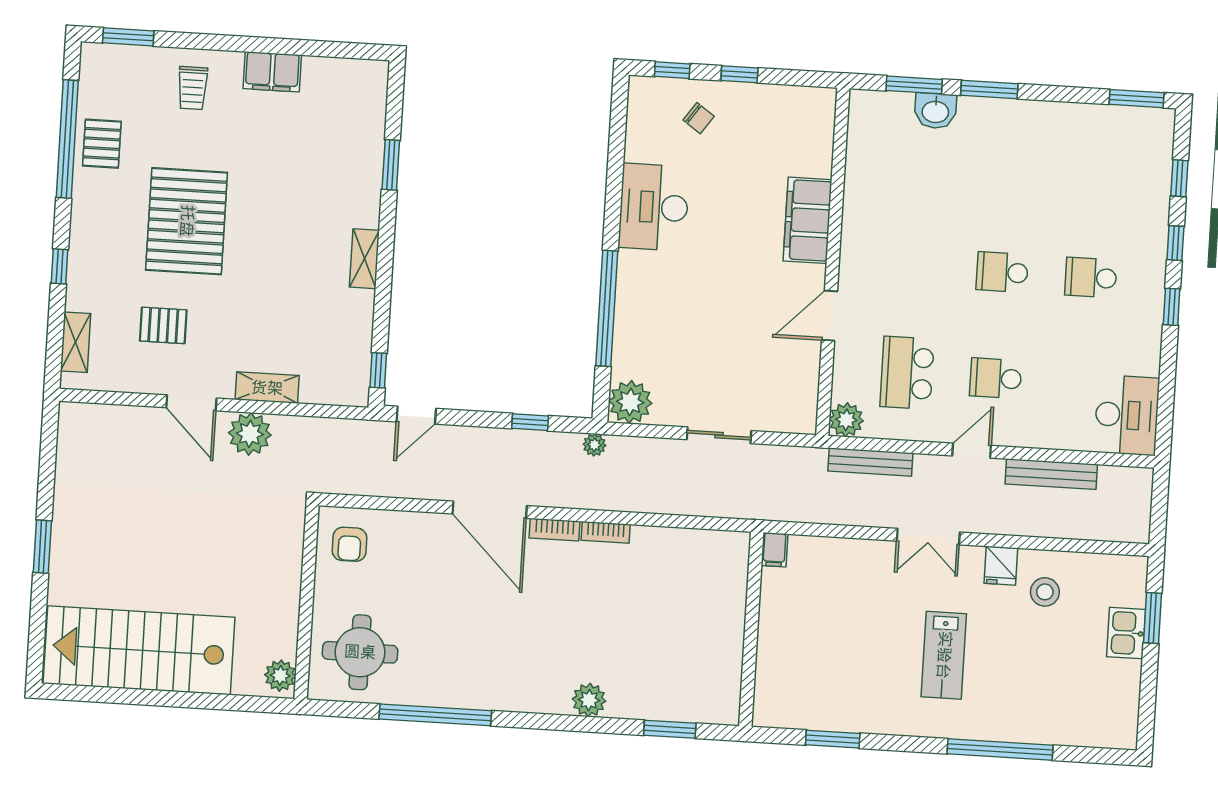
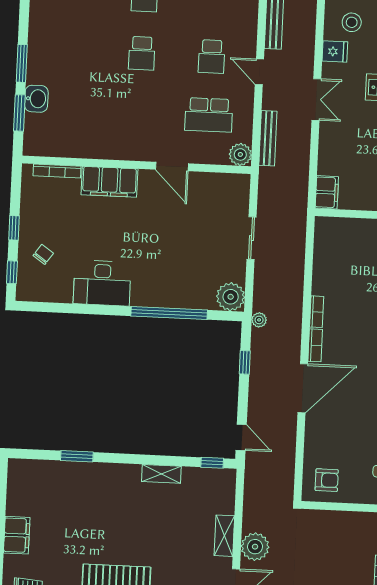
bookcase: (825, 141) -> (57, 171), added
shelving: (364, 259) -> (161, 474), moved
filing cabinet: (774, 550) -> (327, 192), width x2.00

